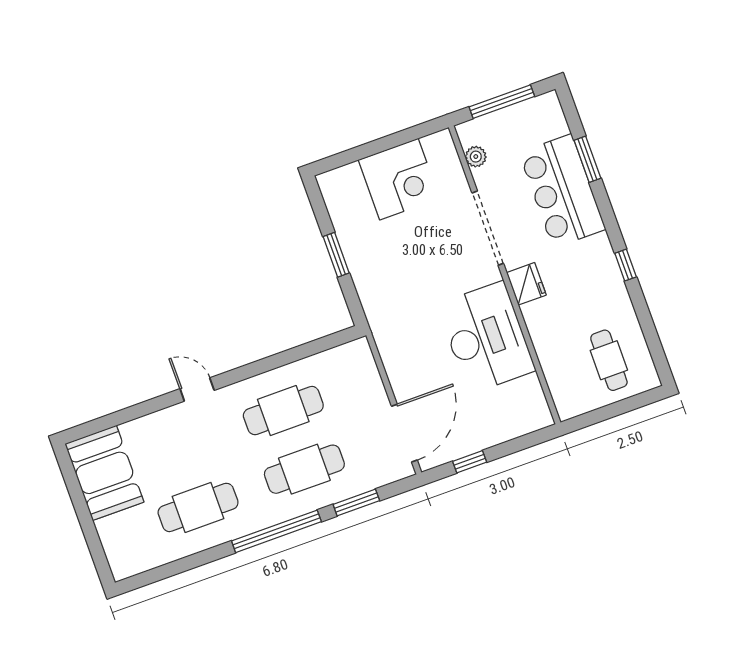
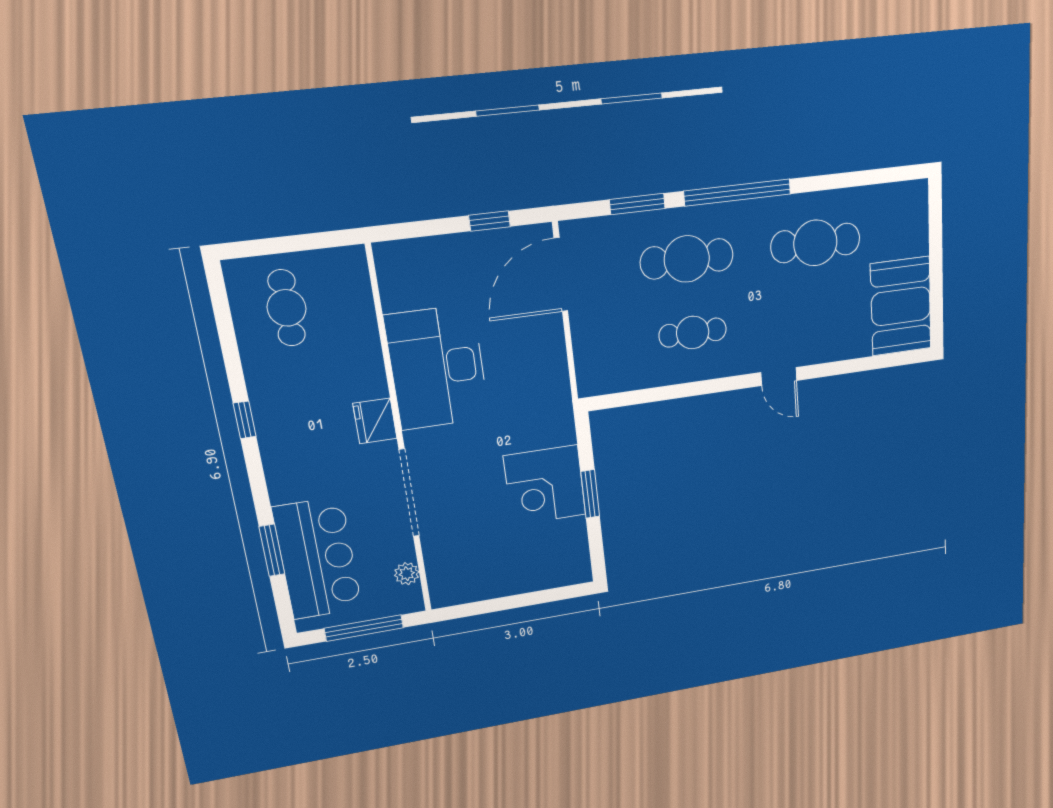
corner desk: (399, 179) -> (545, 485), moved, turned -90
bar counter: (562, 191) -> (318, 559), moved
cafe table: (283, 411) -> (693, 333), width x0.73, depth x0.74

